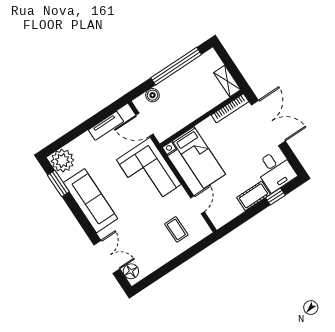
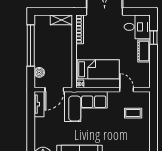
tv unit: (106, 126) -> (39, 104), moved

